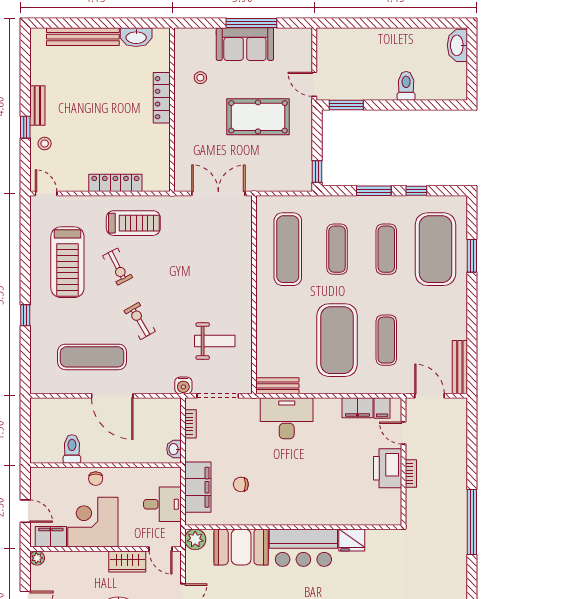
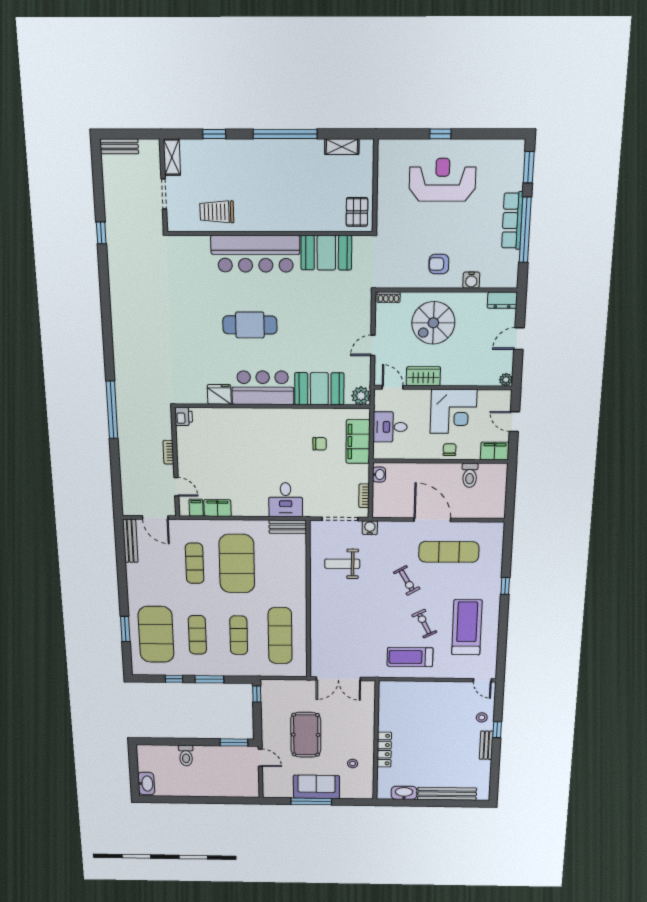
pool table: (258, 117) -> (306, 735), turned 90
locker: (115, 183) -> (424, 688), removed
desk: (287, 418) -> (286, 500), width x0.73
printer: (388, 468) -> (184, 417), moved, width x0.53, depth x0.68
filing cabinet: (51, 537) -> (495, 451), moved, turned 180

